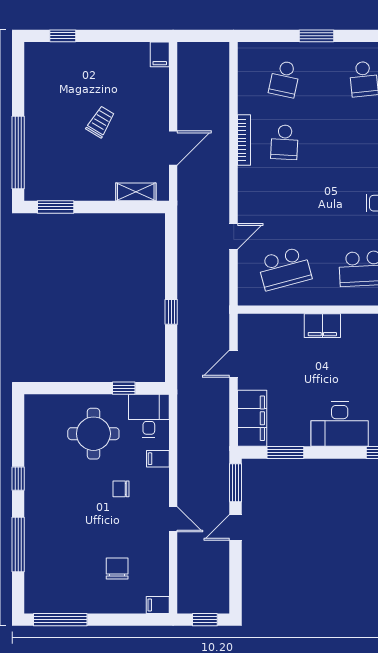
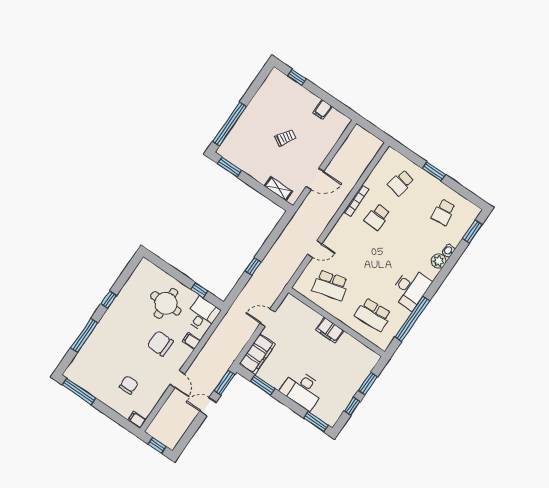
filing cabinet: (160, 54) -> (322, 109), moved
chair: (121, 489) -> (160, 343), width x1.87, depth x1.87

